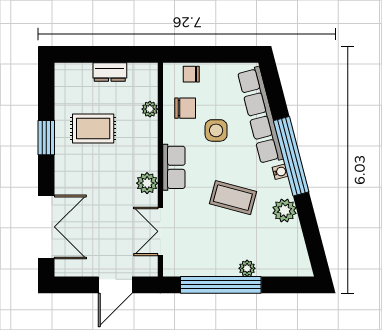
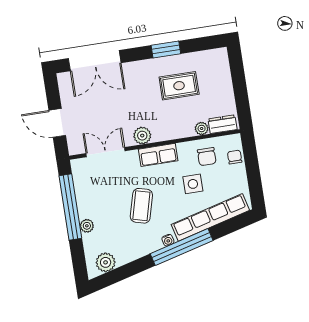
dresser: (110, 72) -> (223, 124), moved, turned 90
rug: (93, 128) -> (179, 86), turned 90
plant: (284, 210) -> (106, 262), moved

